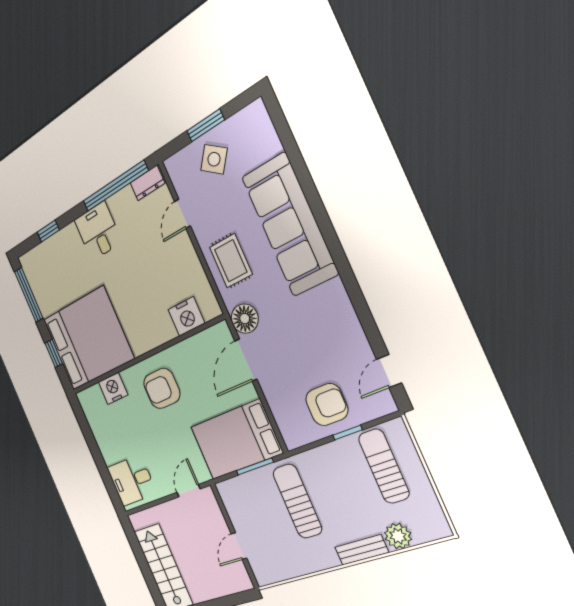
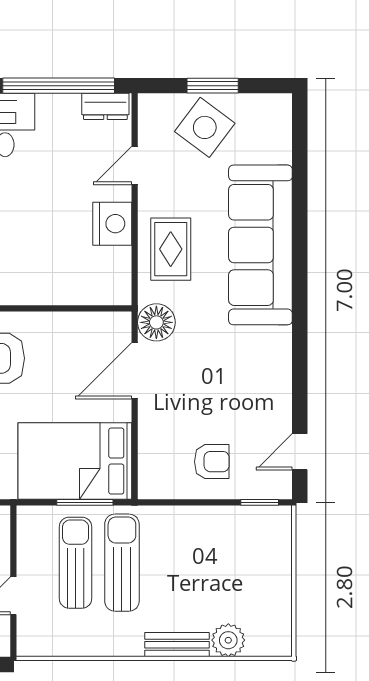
side table: (214, 159) -> (205, 127), width x1.37, depth x1.37
nightstand: (187, 316) -> (112, 224), moved, turned -90
armchair: (327, 405) -> (212, 462), width x0.72, depth x0.72
window: (348, 433) -> (260, 502), moved
sun lounger: (384, 466) -> (76, 563), moved

